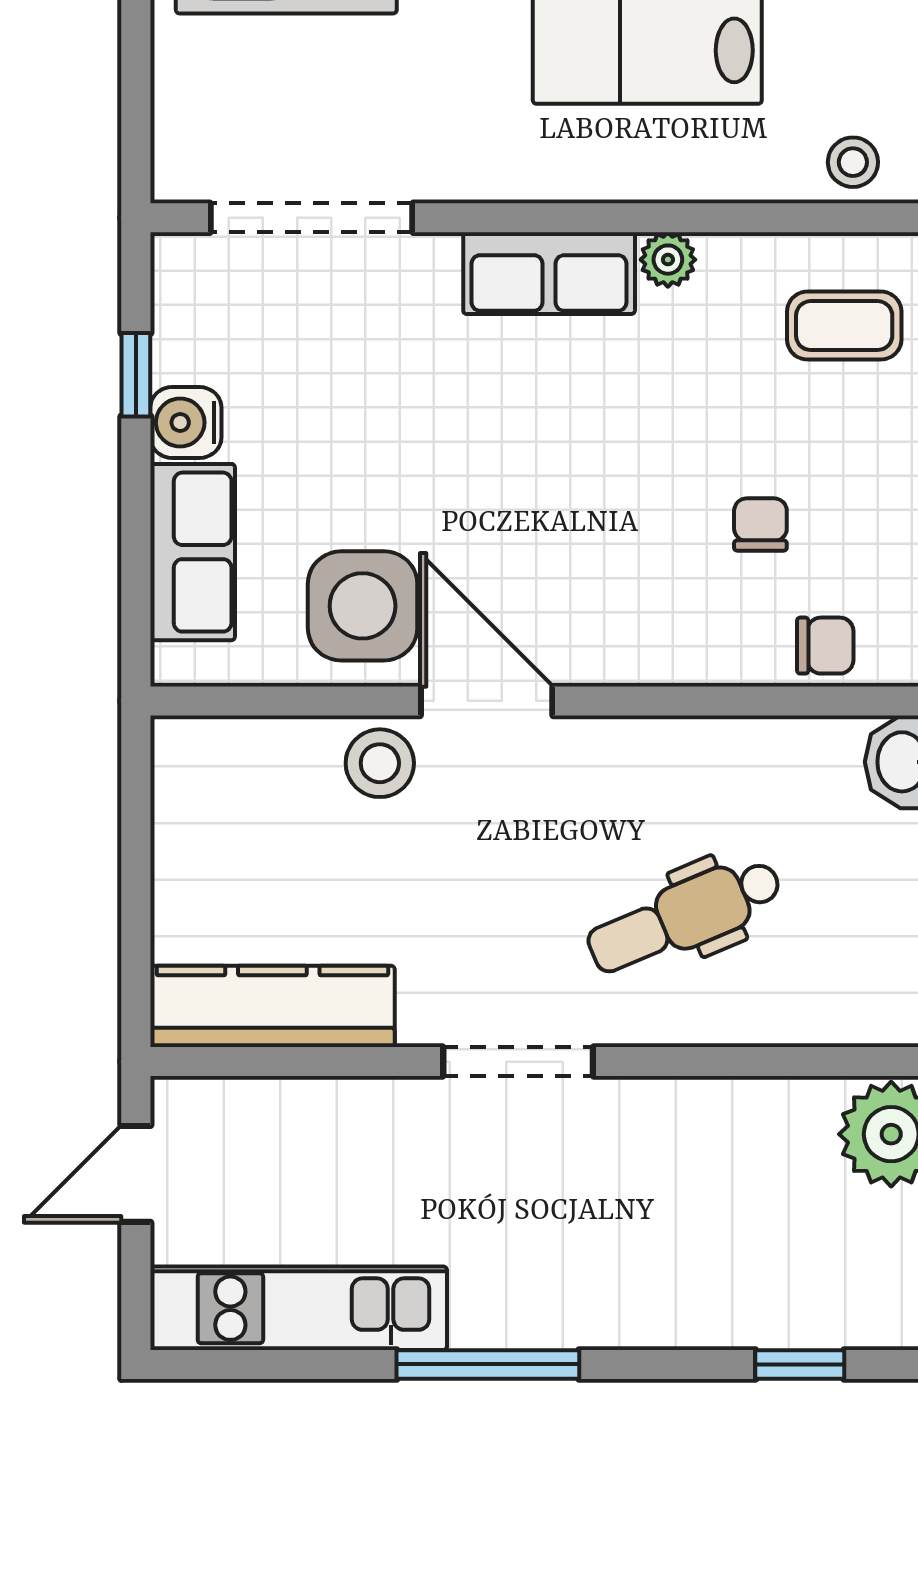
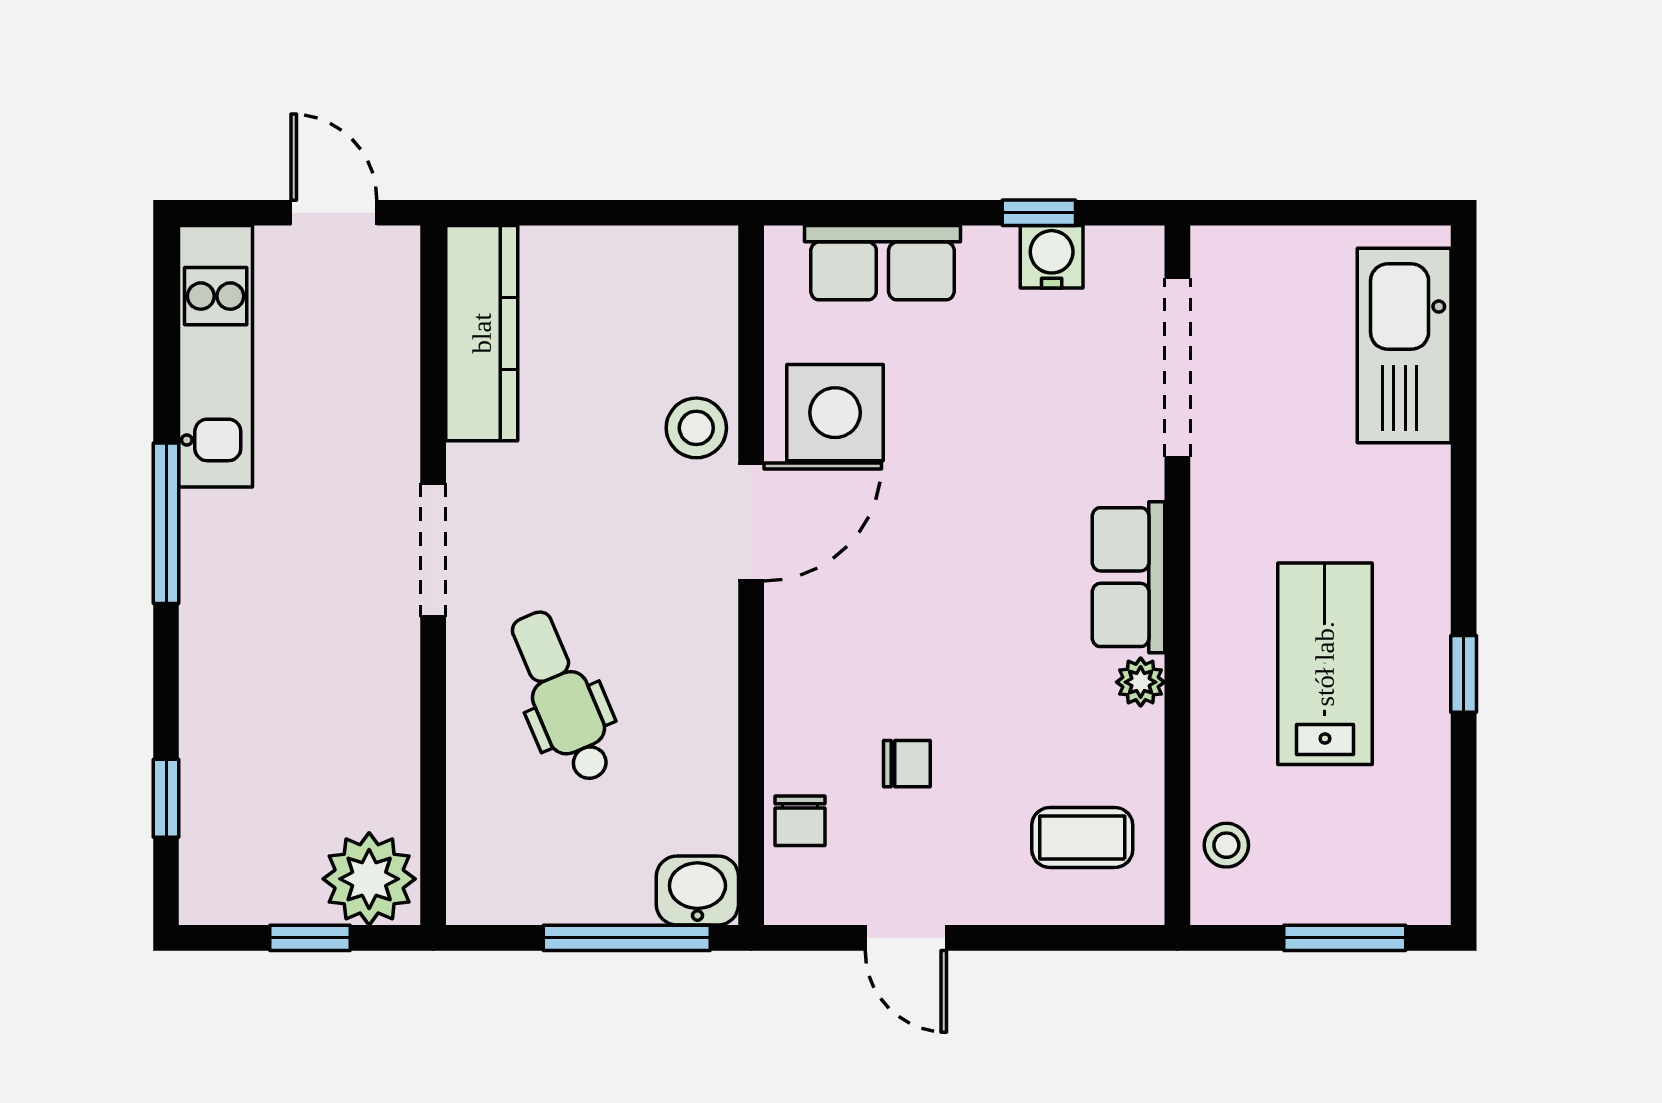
coffee table: (844, 326) -> (1082, 837), turned 90
water cooler: (186, 422) -> (1052, 257), moved

